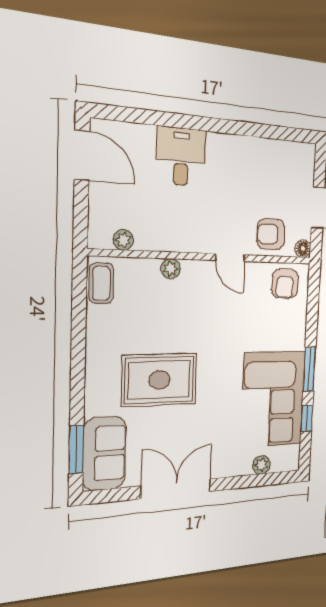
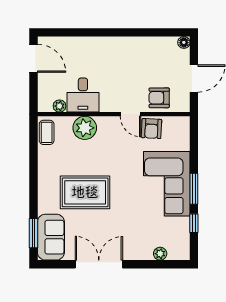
desk: (181, 157) -> (83, 95), moved, turned 180
floor lamp: (303, 249) -> (184, 42), moved
plant: (171, 269) -> (85, 128), width x1.88, depth x1.88
armchair: (285, 284) -> (151, 129), moved
corner sofa: (273, 399) -> (167, 184), moved

